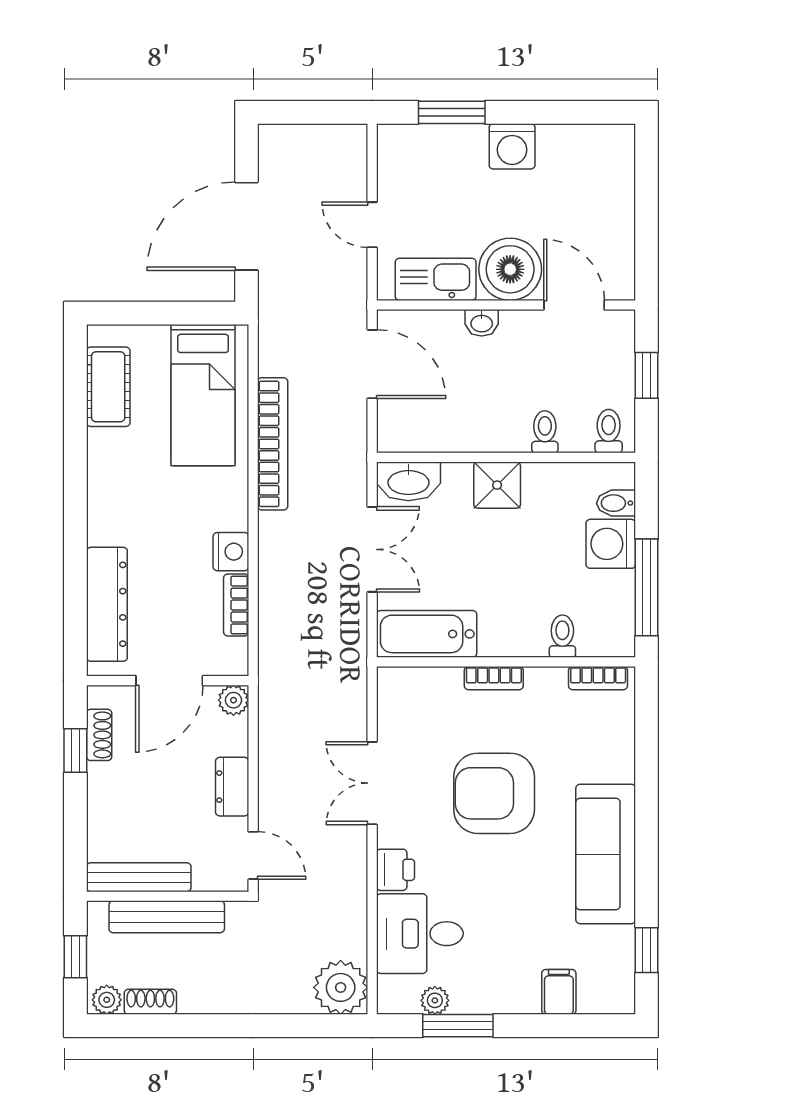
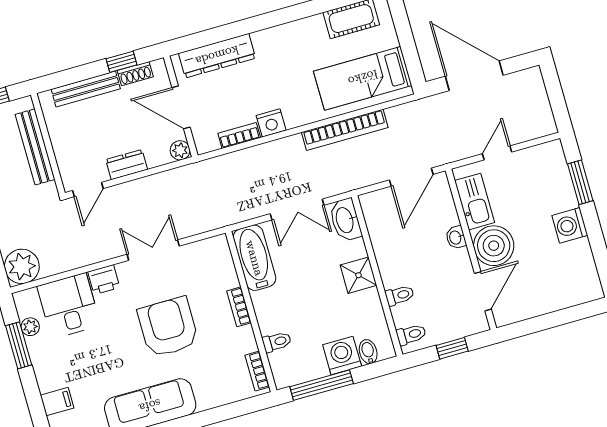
bench: (139, 877) -> (86, 89), moved, turned 90

